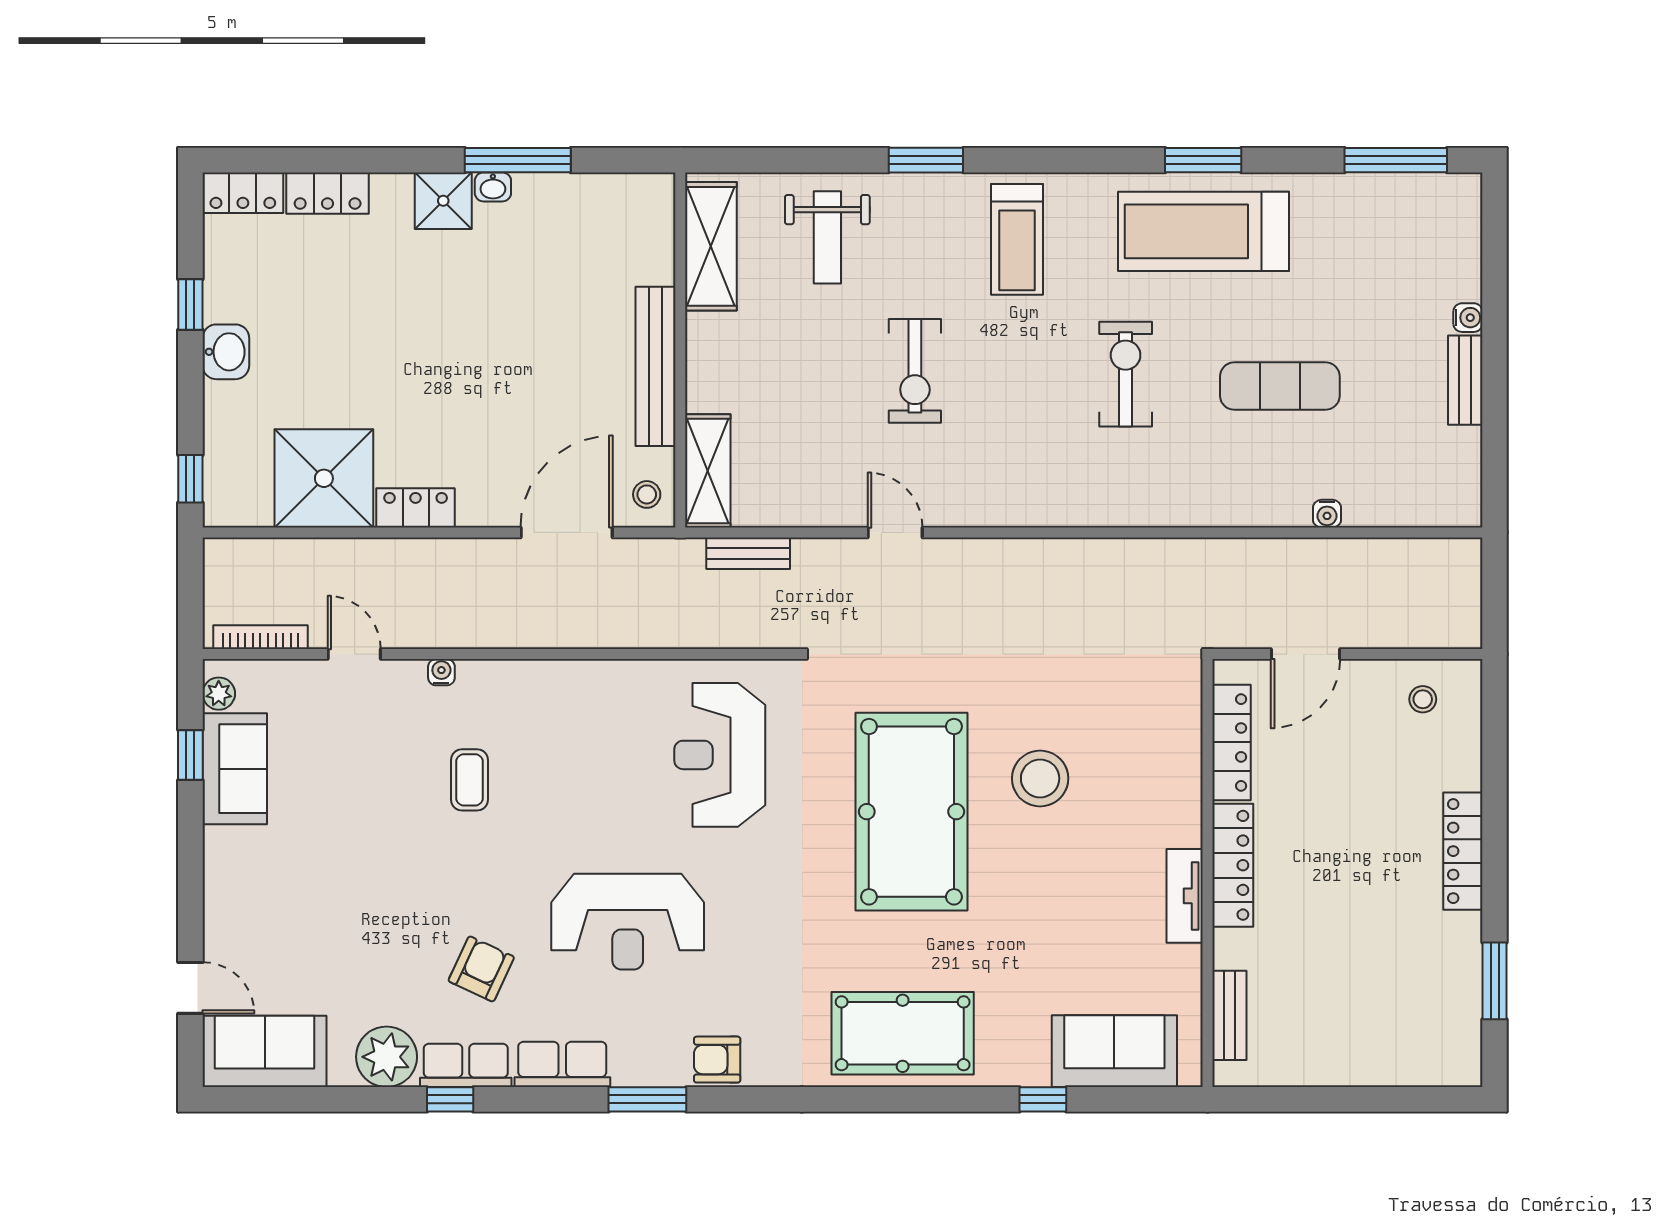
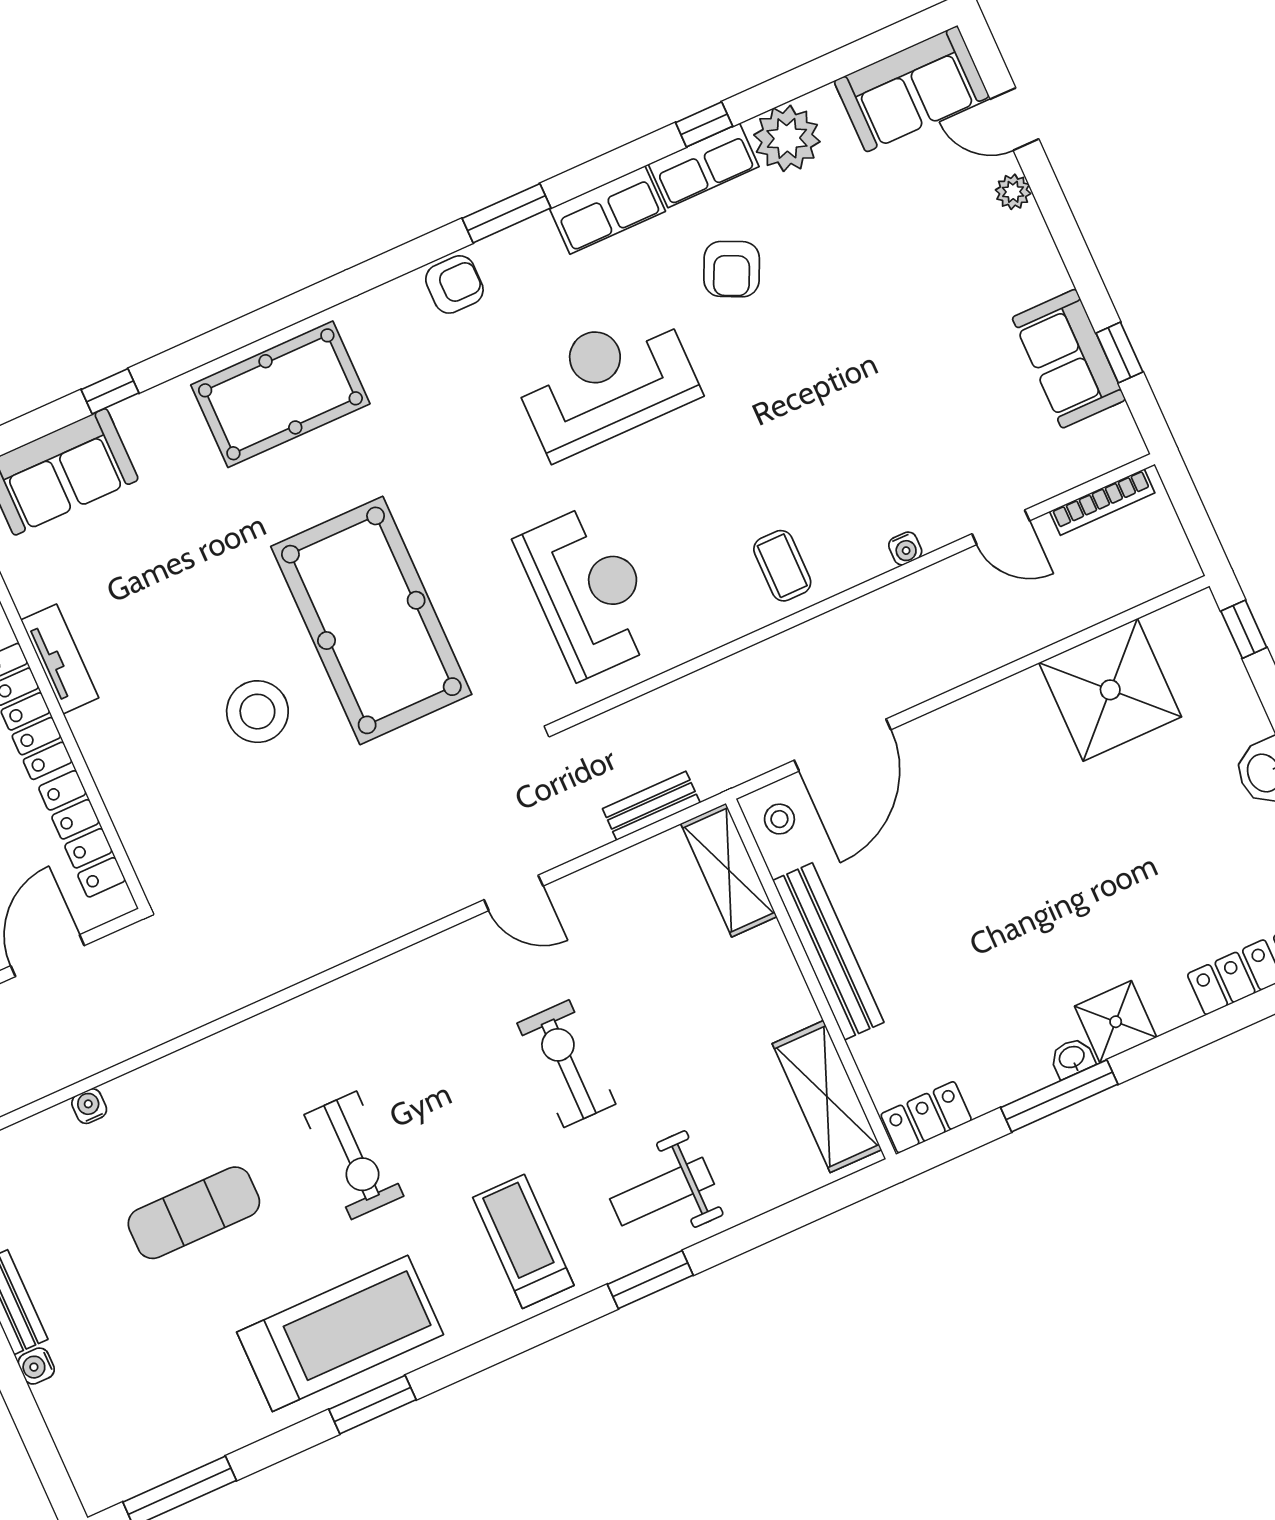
weight bench: (827, 237) -> (662, 1191), moved, turned -90
locker: (416, 508) -> (926, 1117), moved, turned 180
plant: (219, 694) -> (1013, 192), moved
coffee table: (470, 780) -> (782, 566), moved

